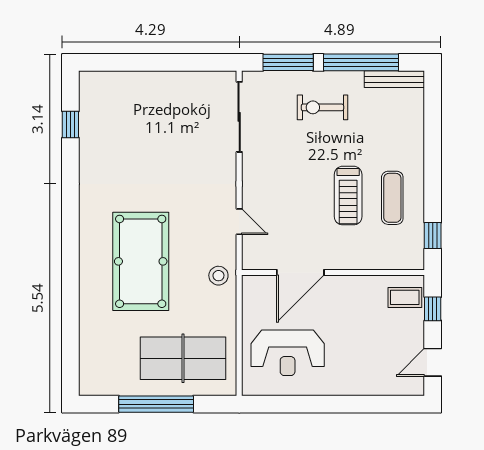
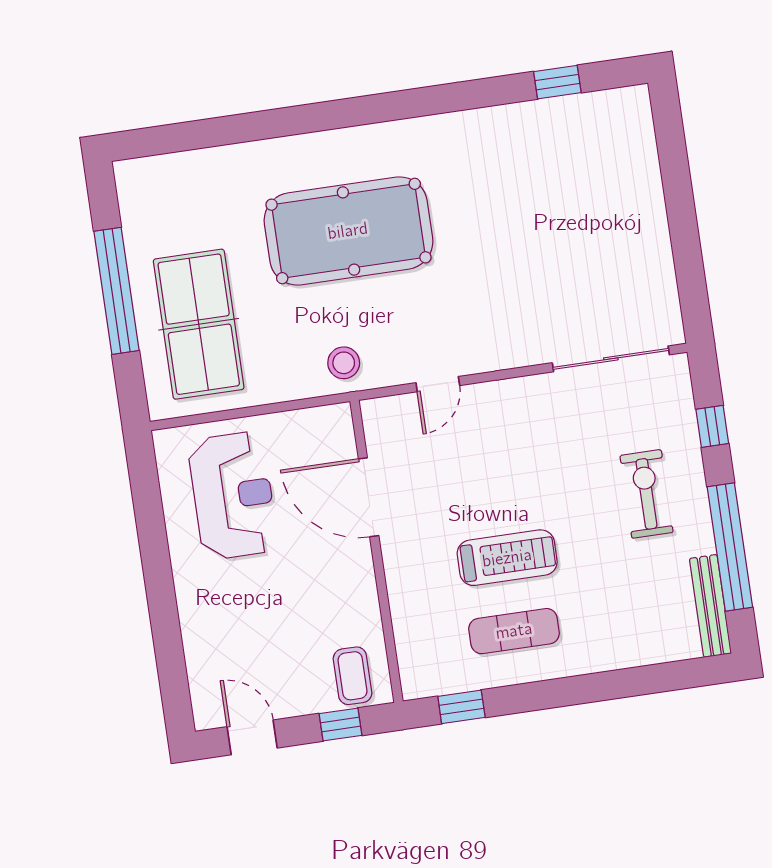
window: (288, 62) -> (712, 426), width x0.46
treadmill: (348, 196) -> (507, 558), turned 180
reception desk: (288, 353) -> (233, 495), turned 180

